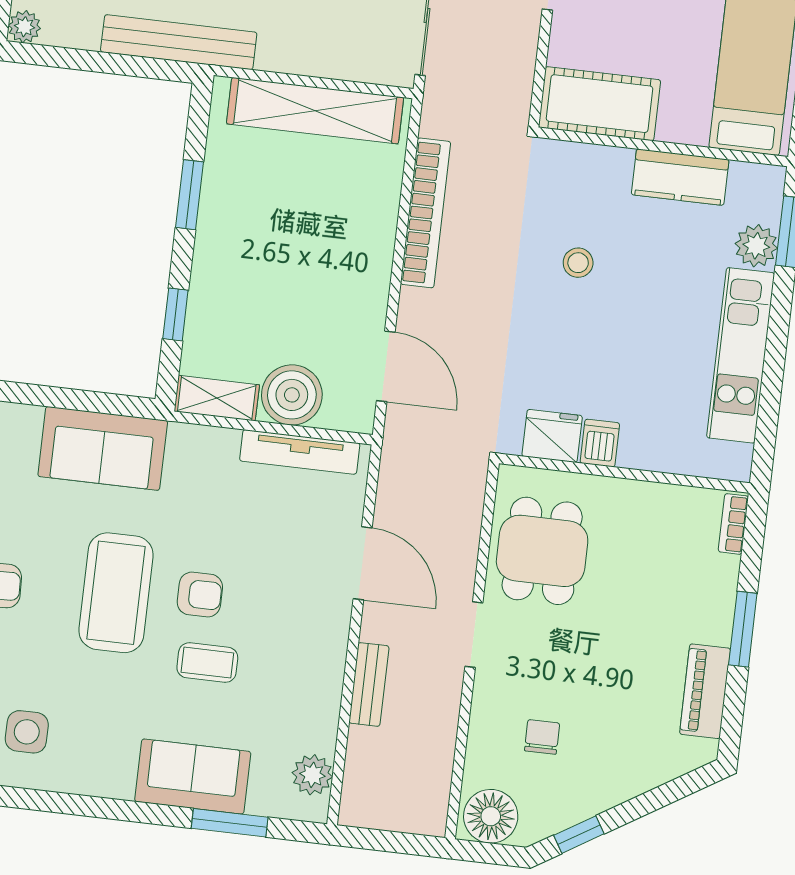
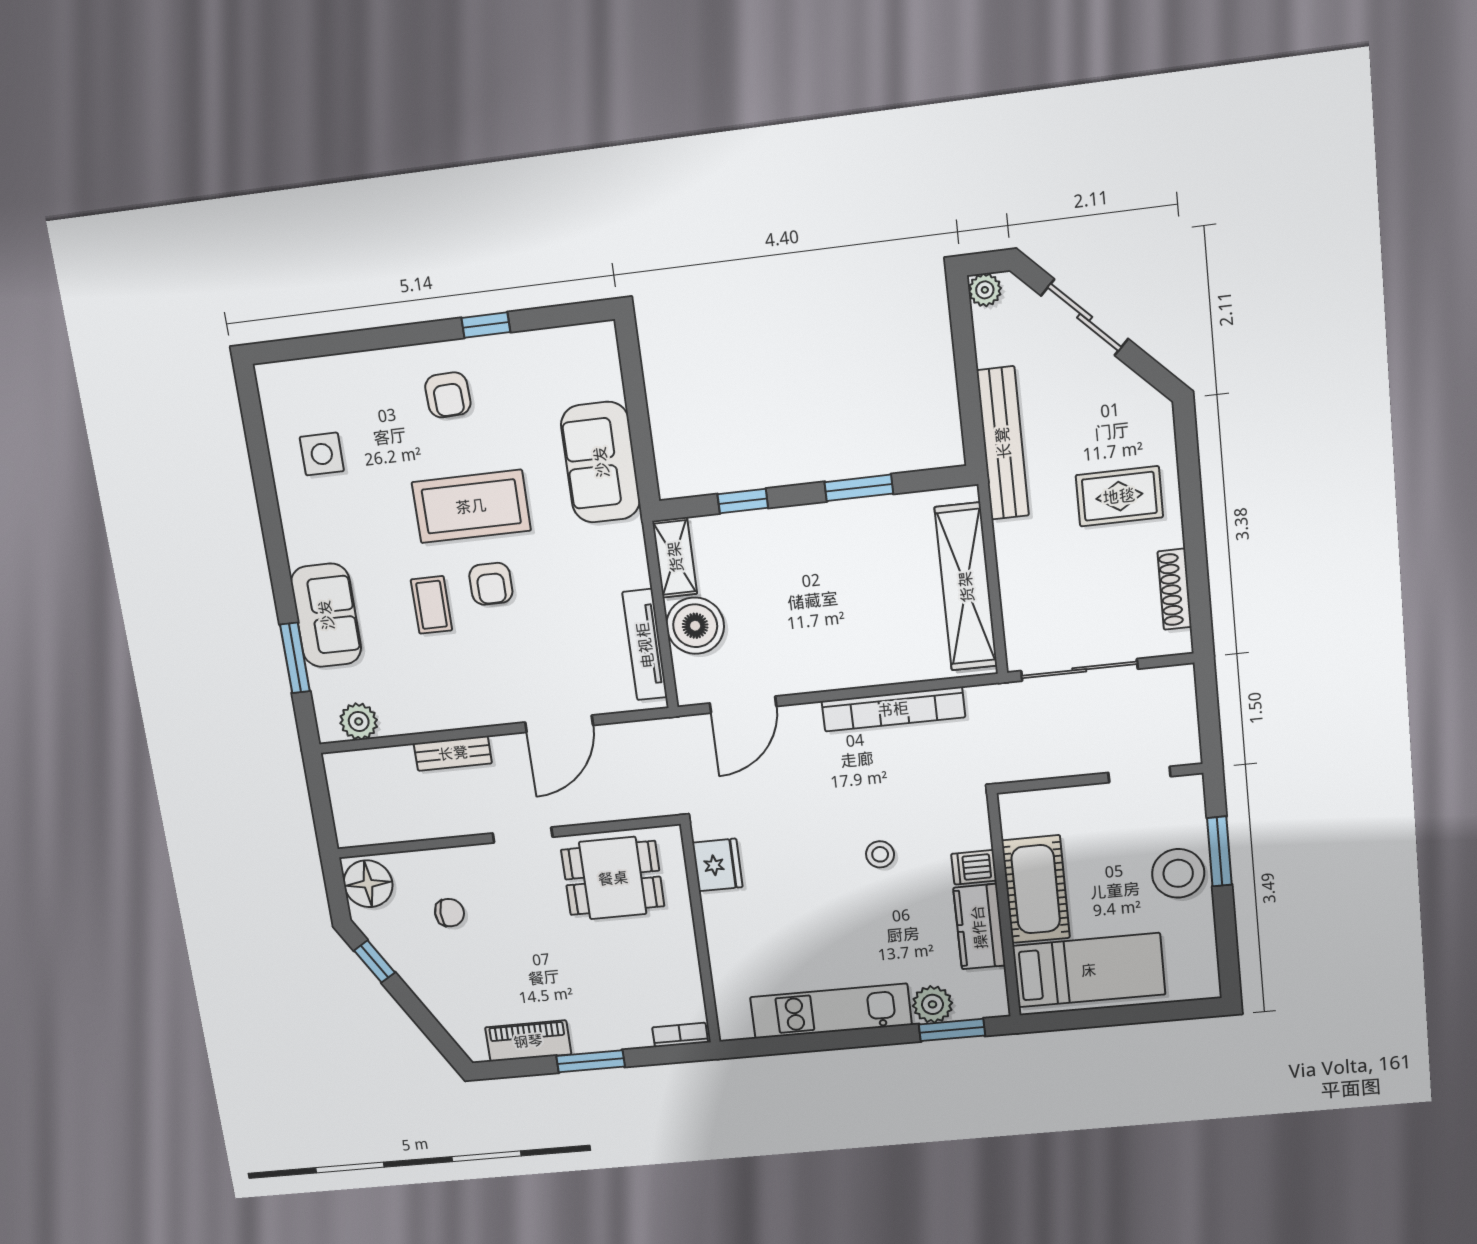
cot: (599, 104) -> (1036, 889), moved
dishwasher: (600, 443) -> (974, 867), moved, turned 180

